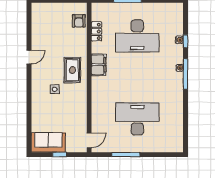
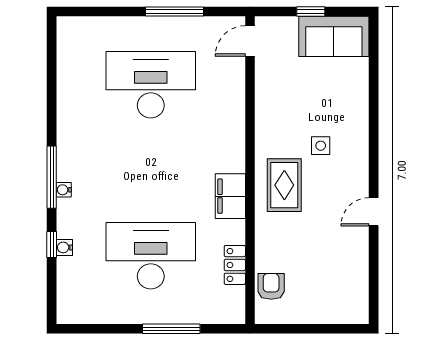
desk: (137, 119) -> (151, 85), turned 180

